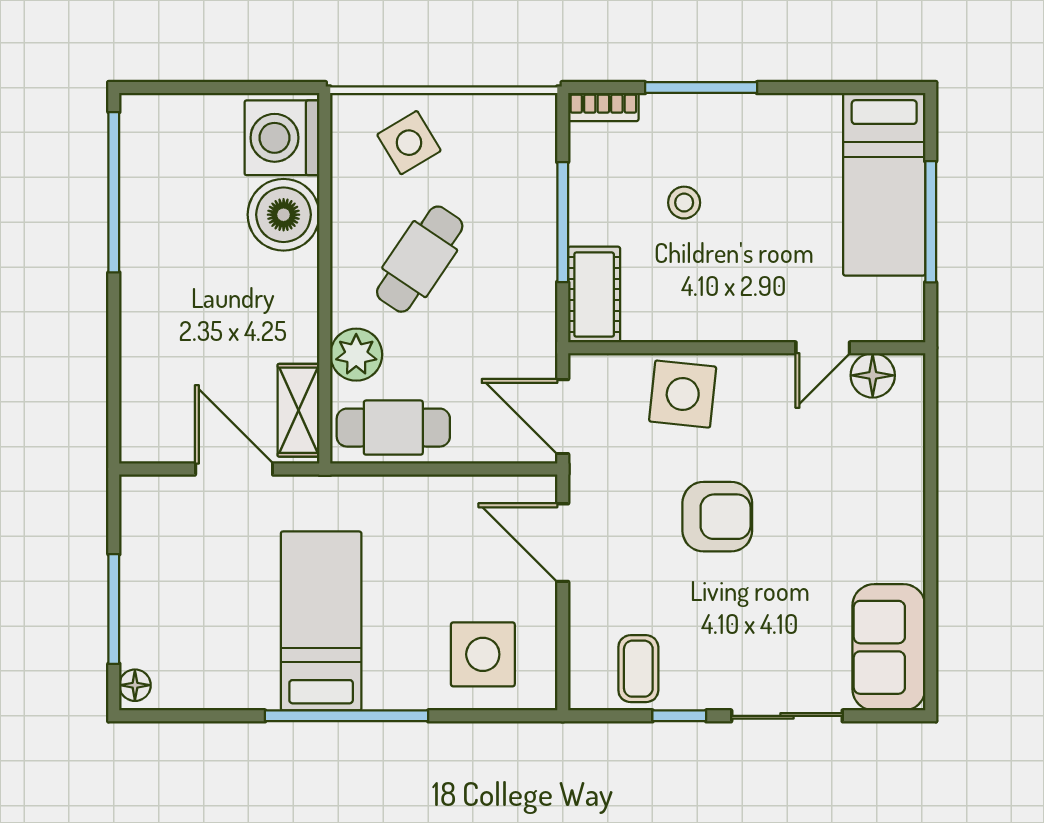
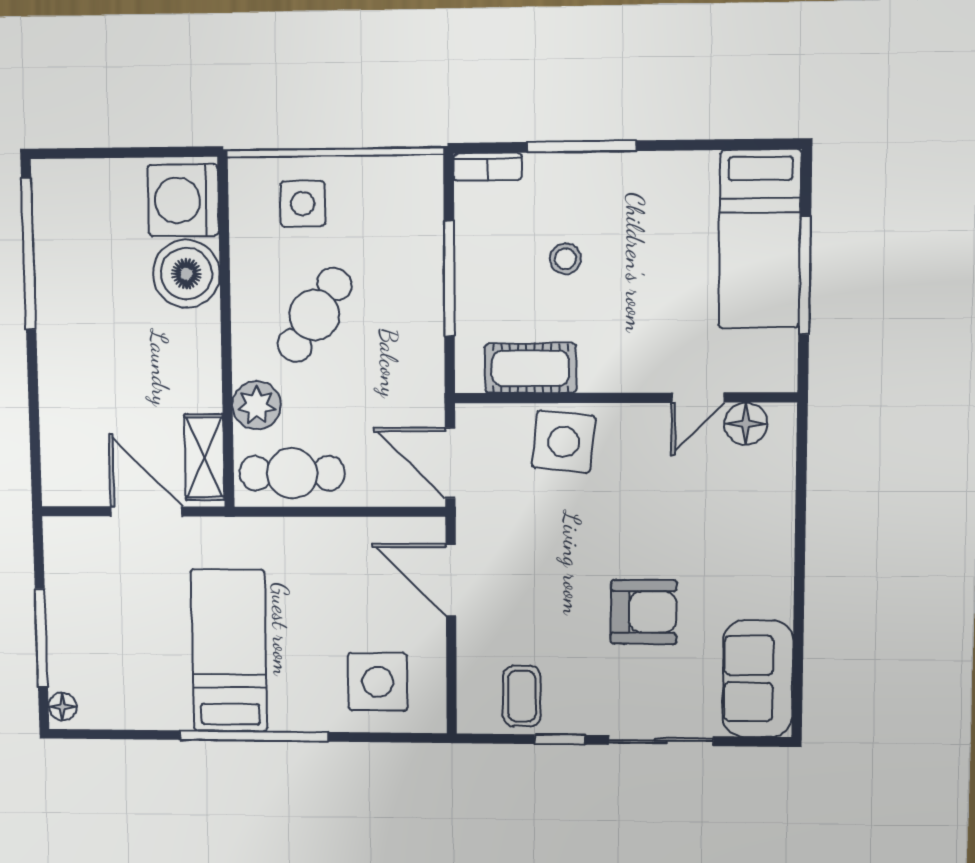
side table: (409, 143) -> (303, 204), turned 31
cot: (594, 295) -> (531, 368), moved, turned 90
armchair: (717, 517) -> (644, 612), moved

